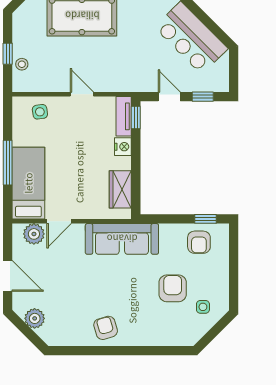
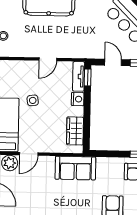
door: (82, 94) -> (48, 59), swing flipped
side table: (40, 112) -> (33, 100), moved
sofa: (122, 239) -> (75, 168), width x0.73

